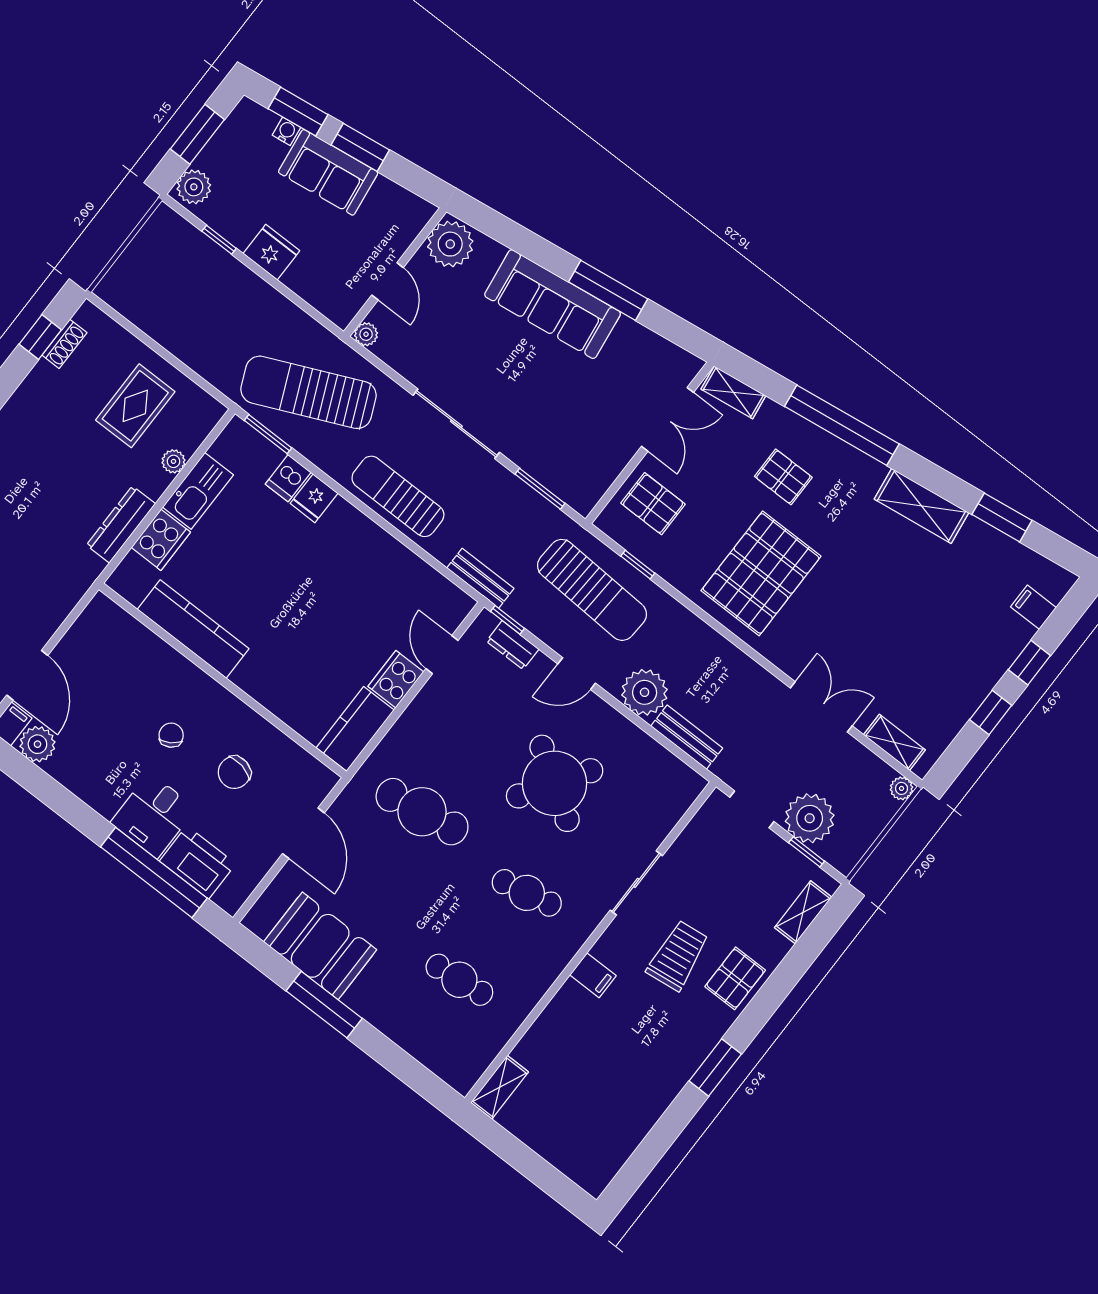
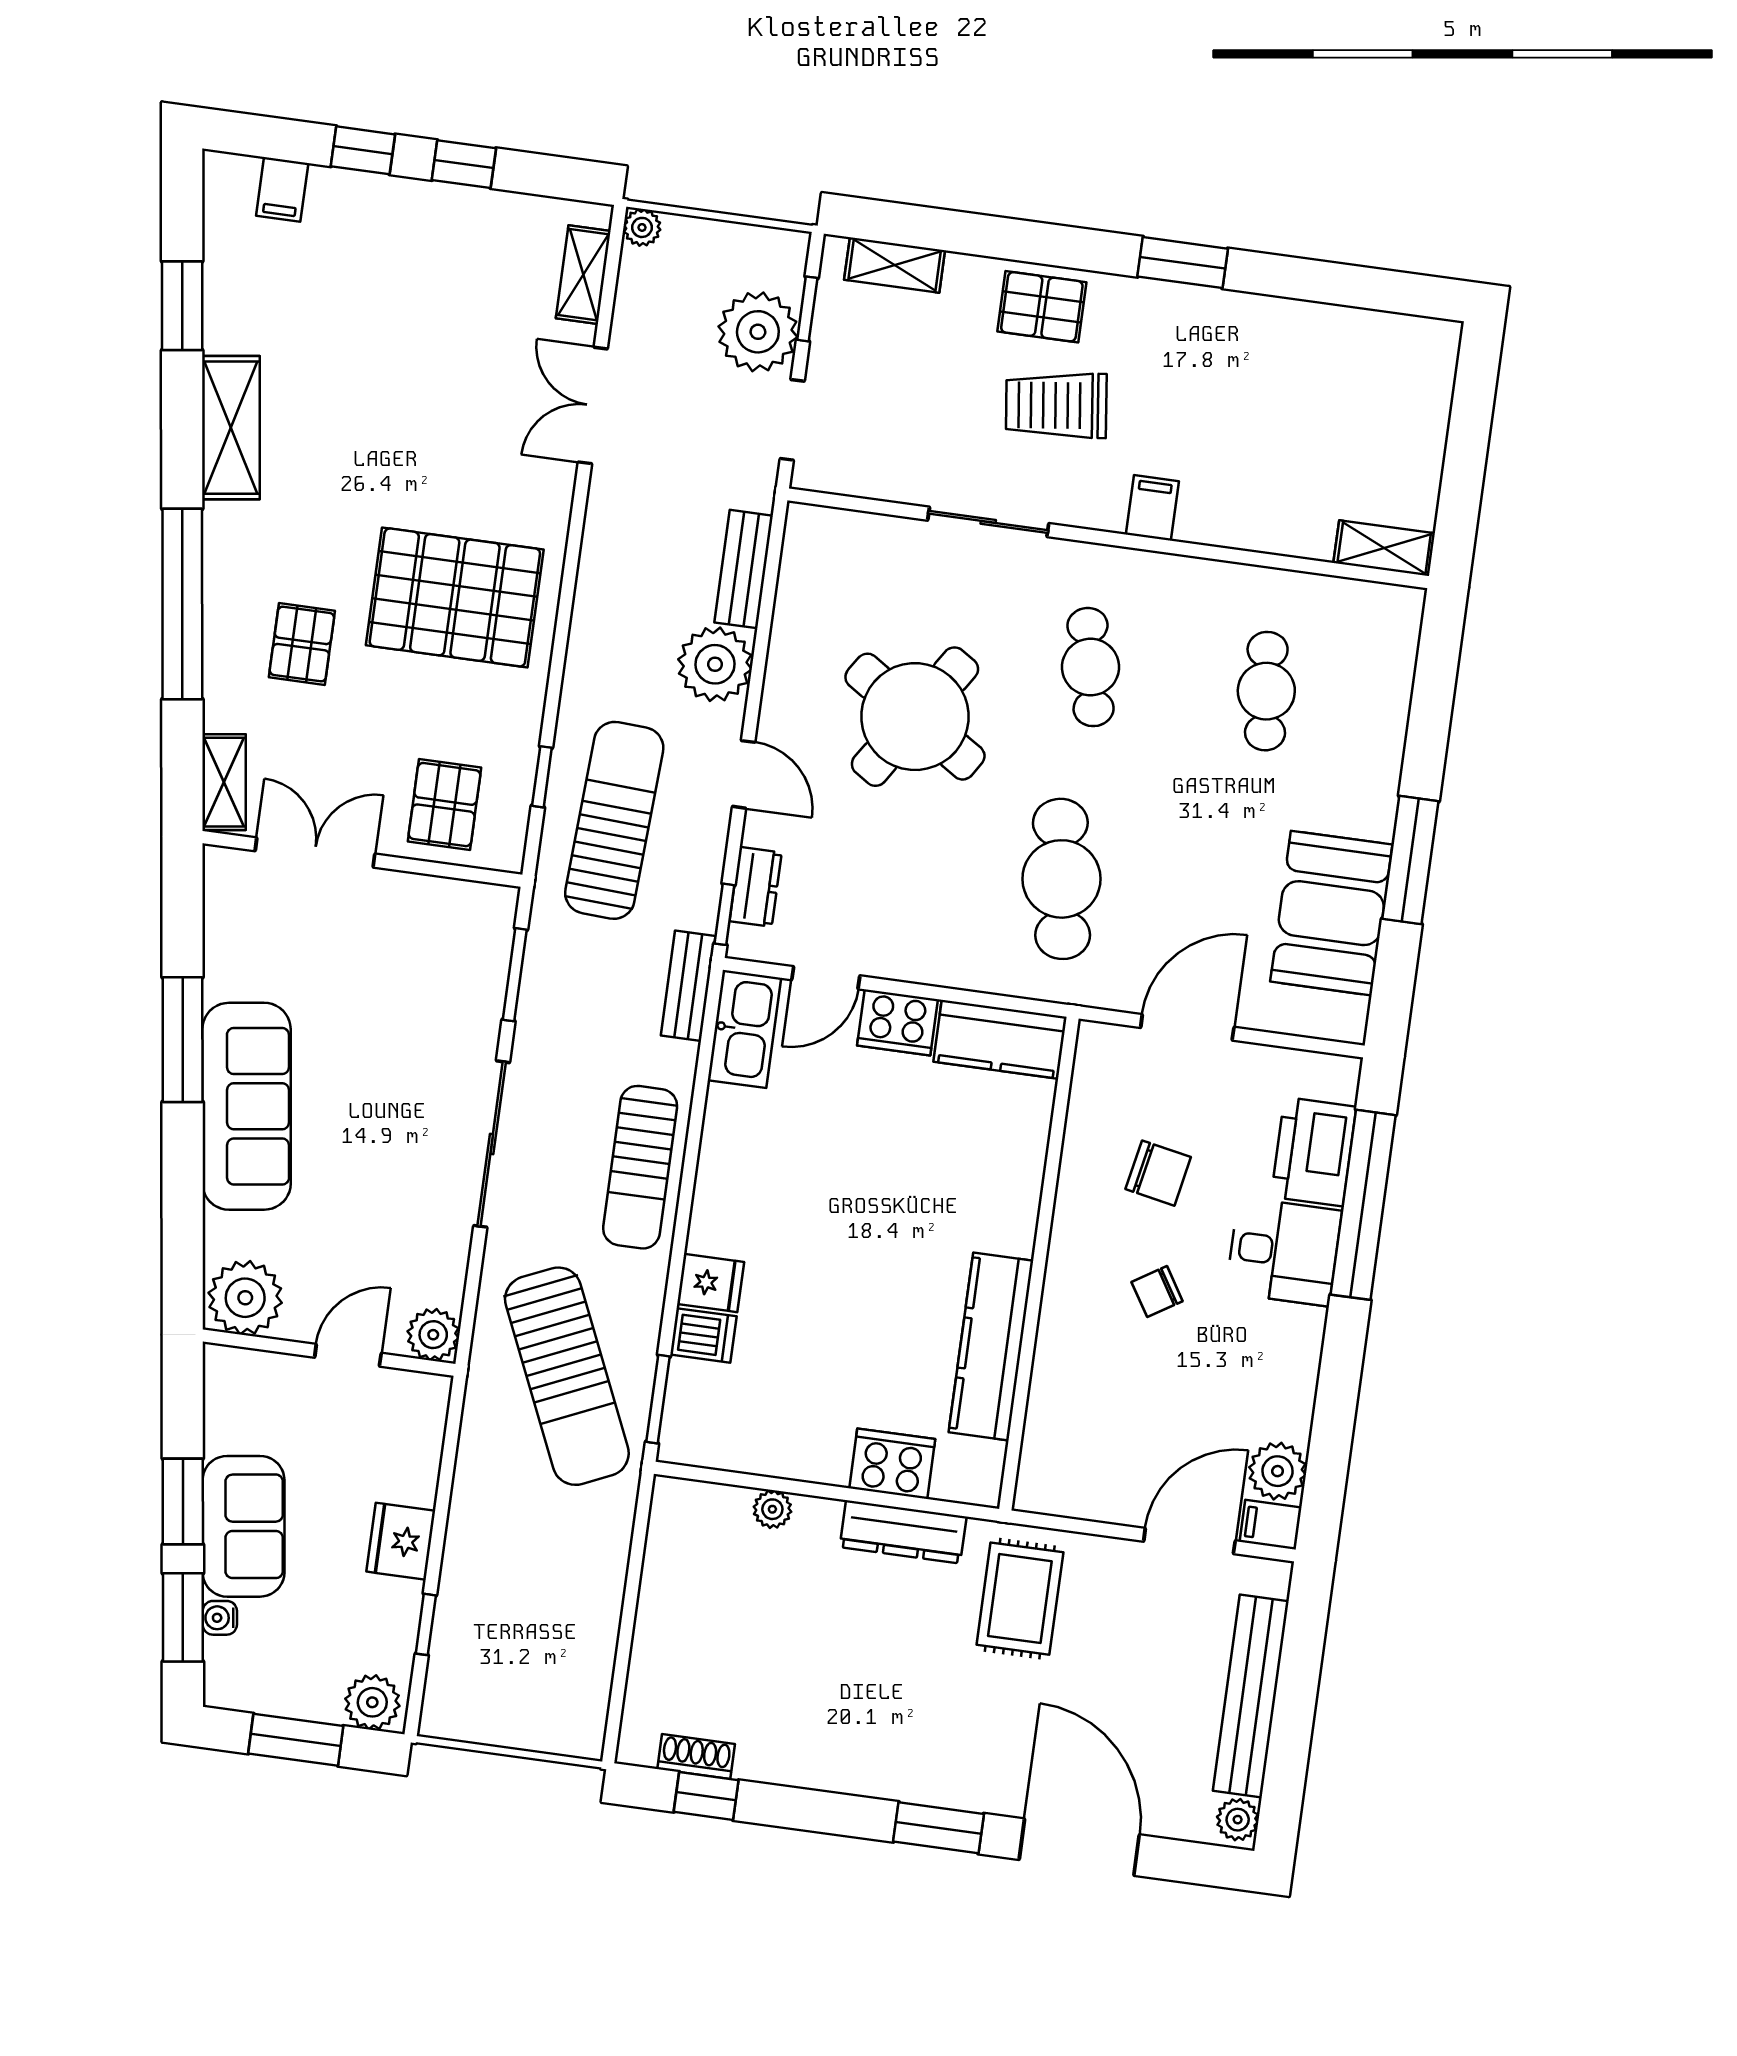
plant: (366, 334) -> (433, 1335), width x1.38, depth x1.38
rug: (135, 406) -> (1020, 1599), moved, turned 90
kitchen sink: (198, 491) -> (744, 1029), moved, turned 90

